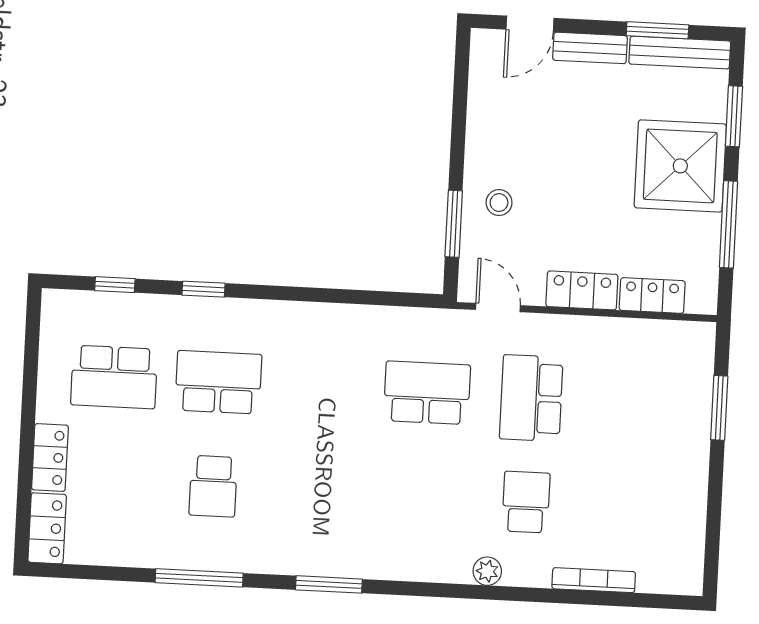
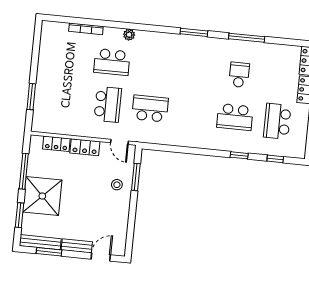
school desk: (114, 377) -> (277, 121), turned -90
school desk: (427, 393) -> (150, 109), turned 180
school desk: (526, 502) -> (112, 62), width x1.85

